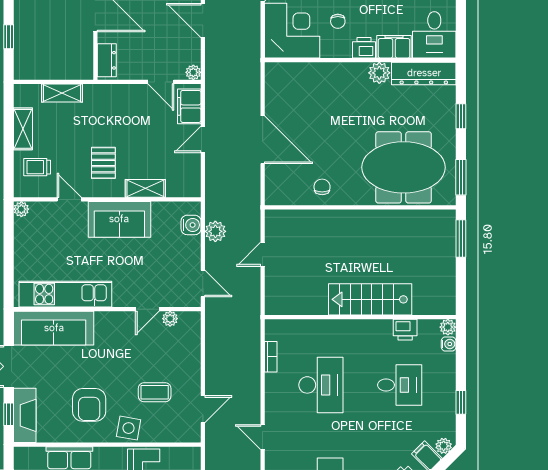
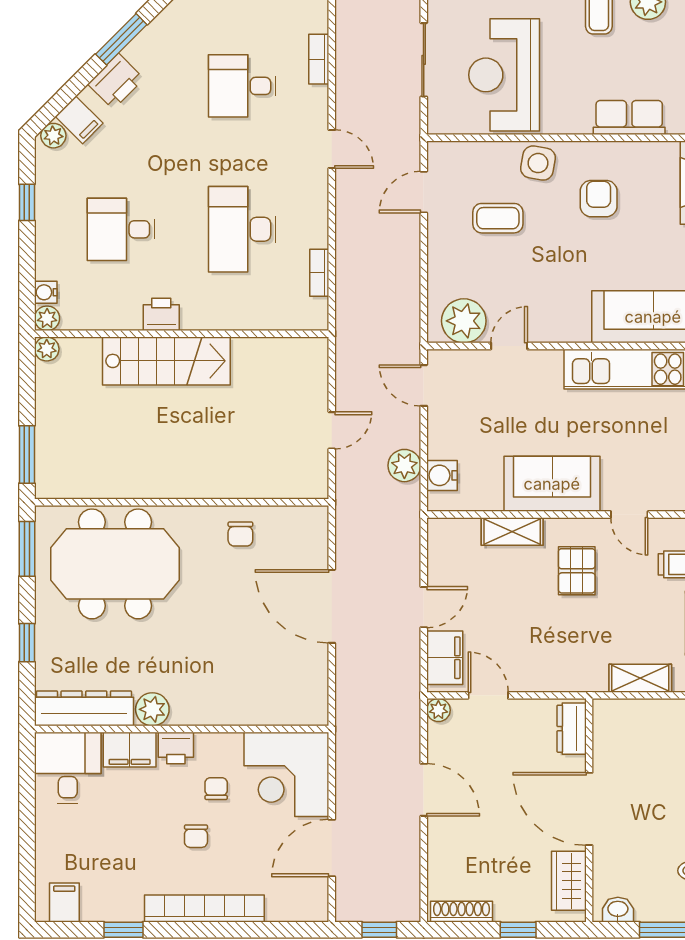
plant: (448, 307) -> (47, 349), added
plant: (170, 319) -> (464, 321), width x1.88, depth x1.88
printer: (405, 330) -> (161, 314), moved
armchair: (89, 405) -> (599, 199), width x0.72, depth x0.72

